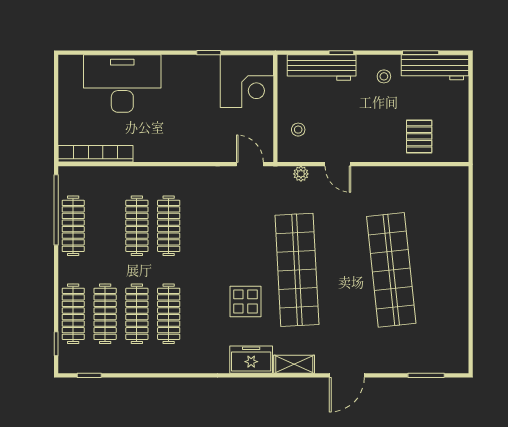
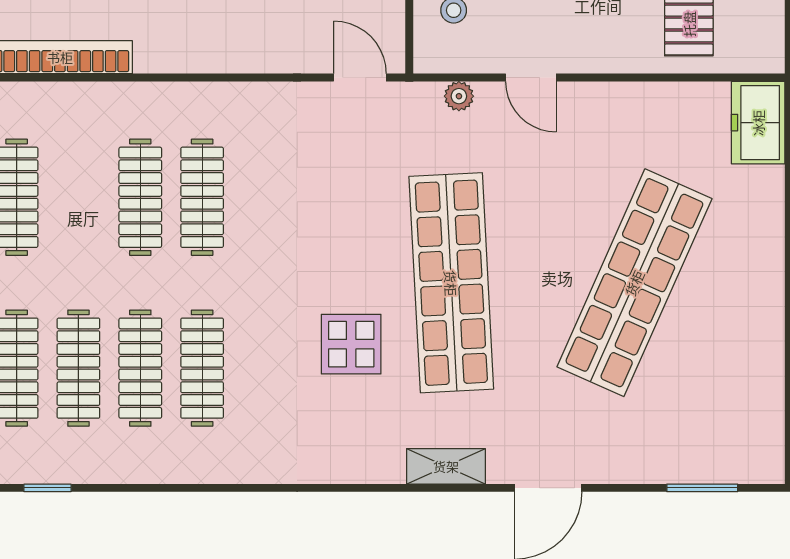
shop shelf: (391, 270) -> (634, 283), turned 30
freezer: (251, 360) -> (758, 123), moved, turned -90

